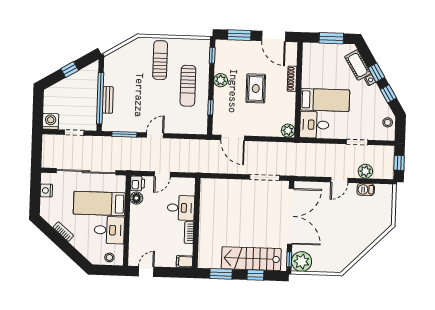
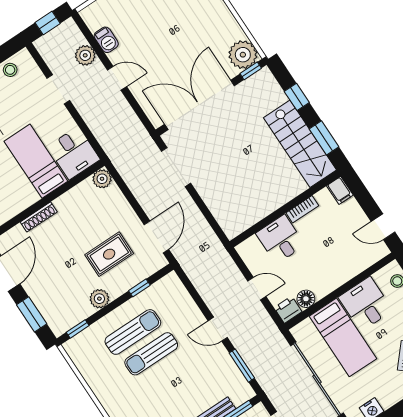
sun lounger: (160, 60) -> (151, 354), moved
rug: (256, 88) -> (109, 254), moved
stairs: (251, 259) -> (300, 144), moved

